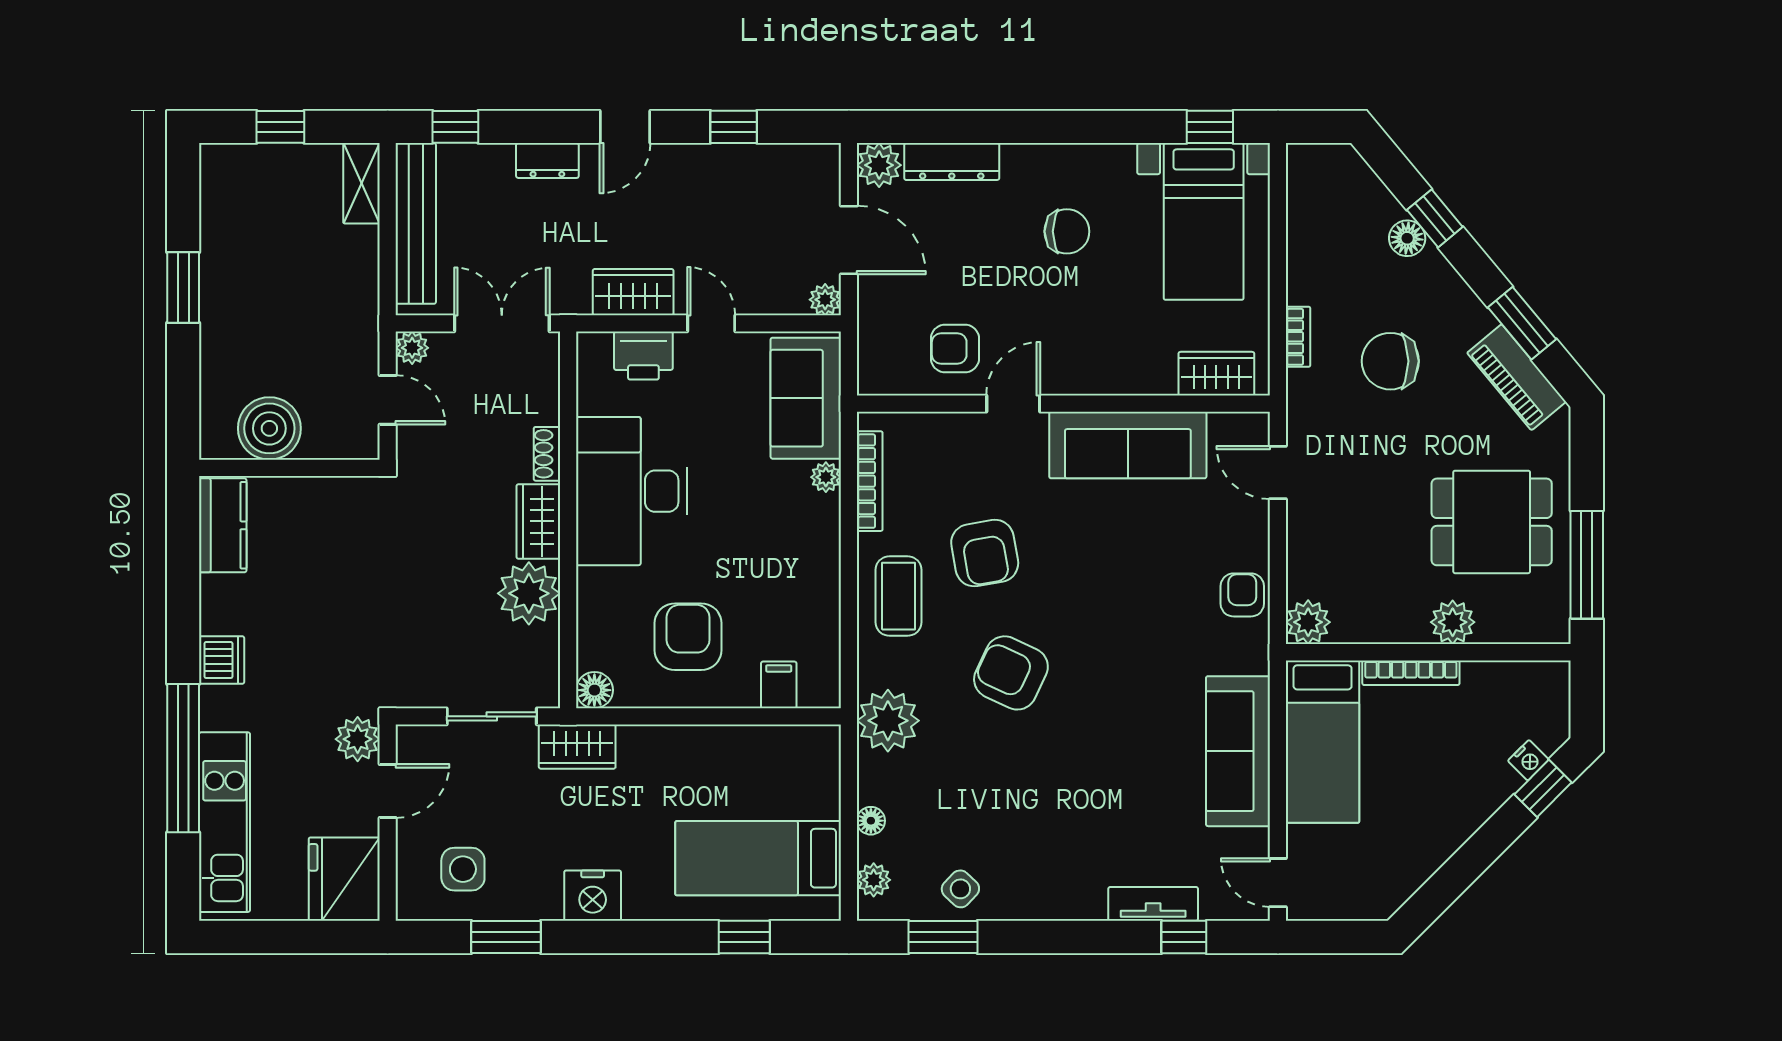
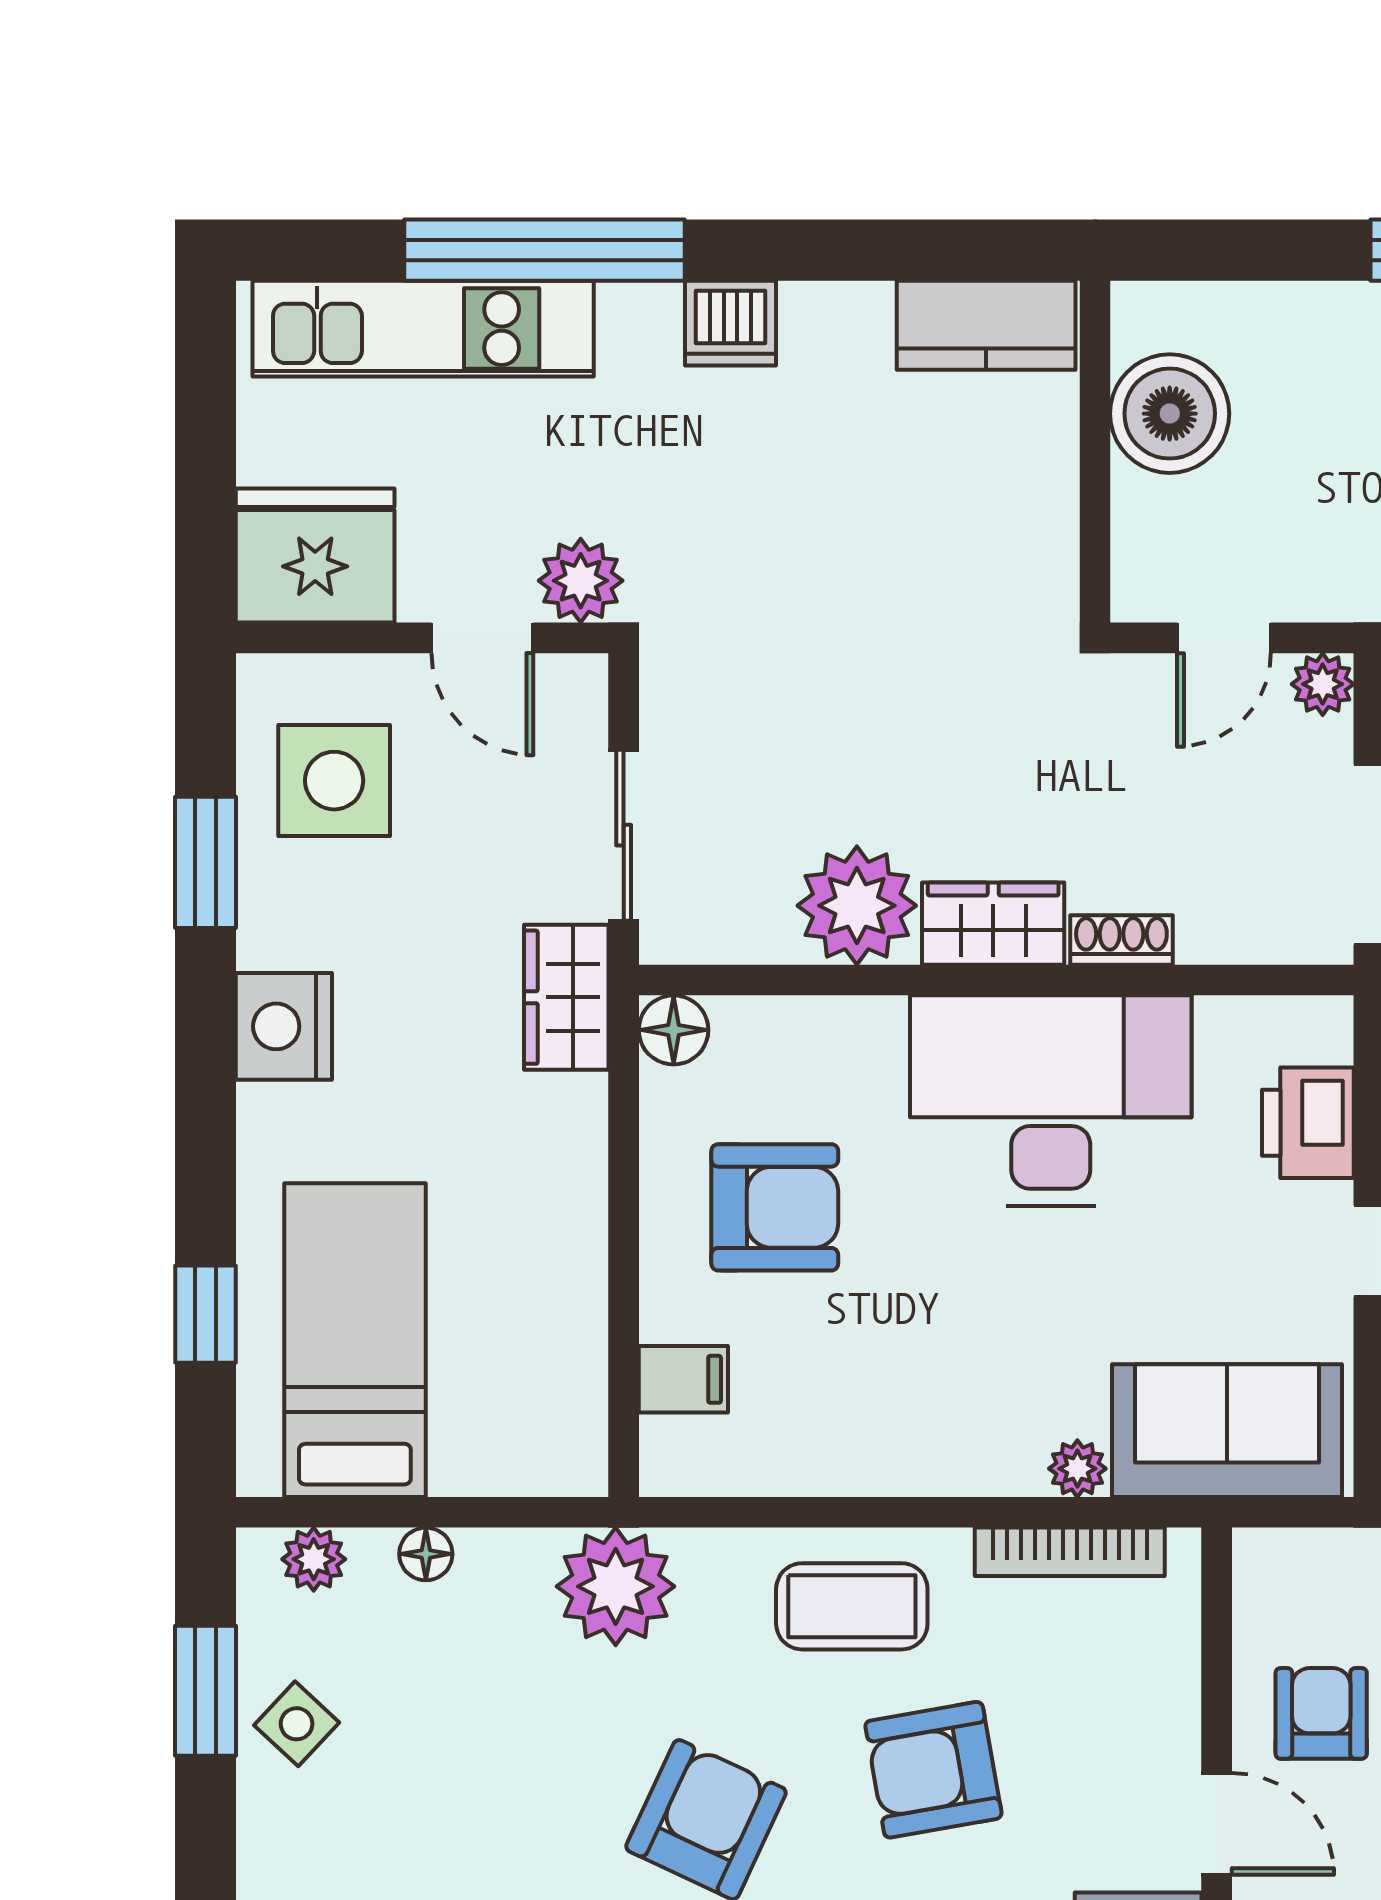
side table: (463, 869) -> (334, 781), width x1.37, depth x1.37

